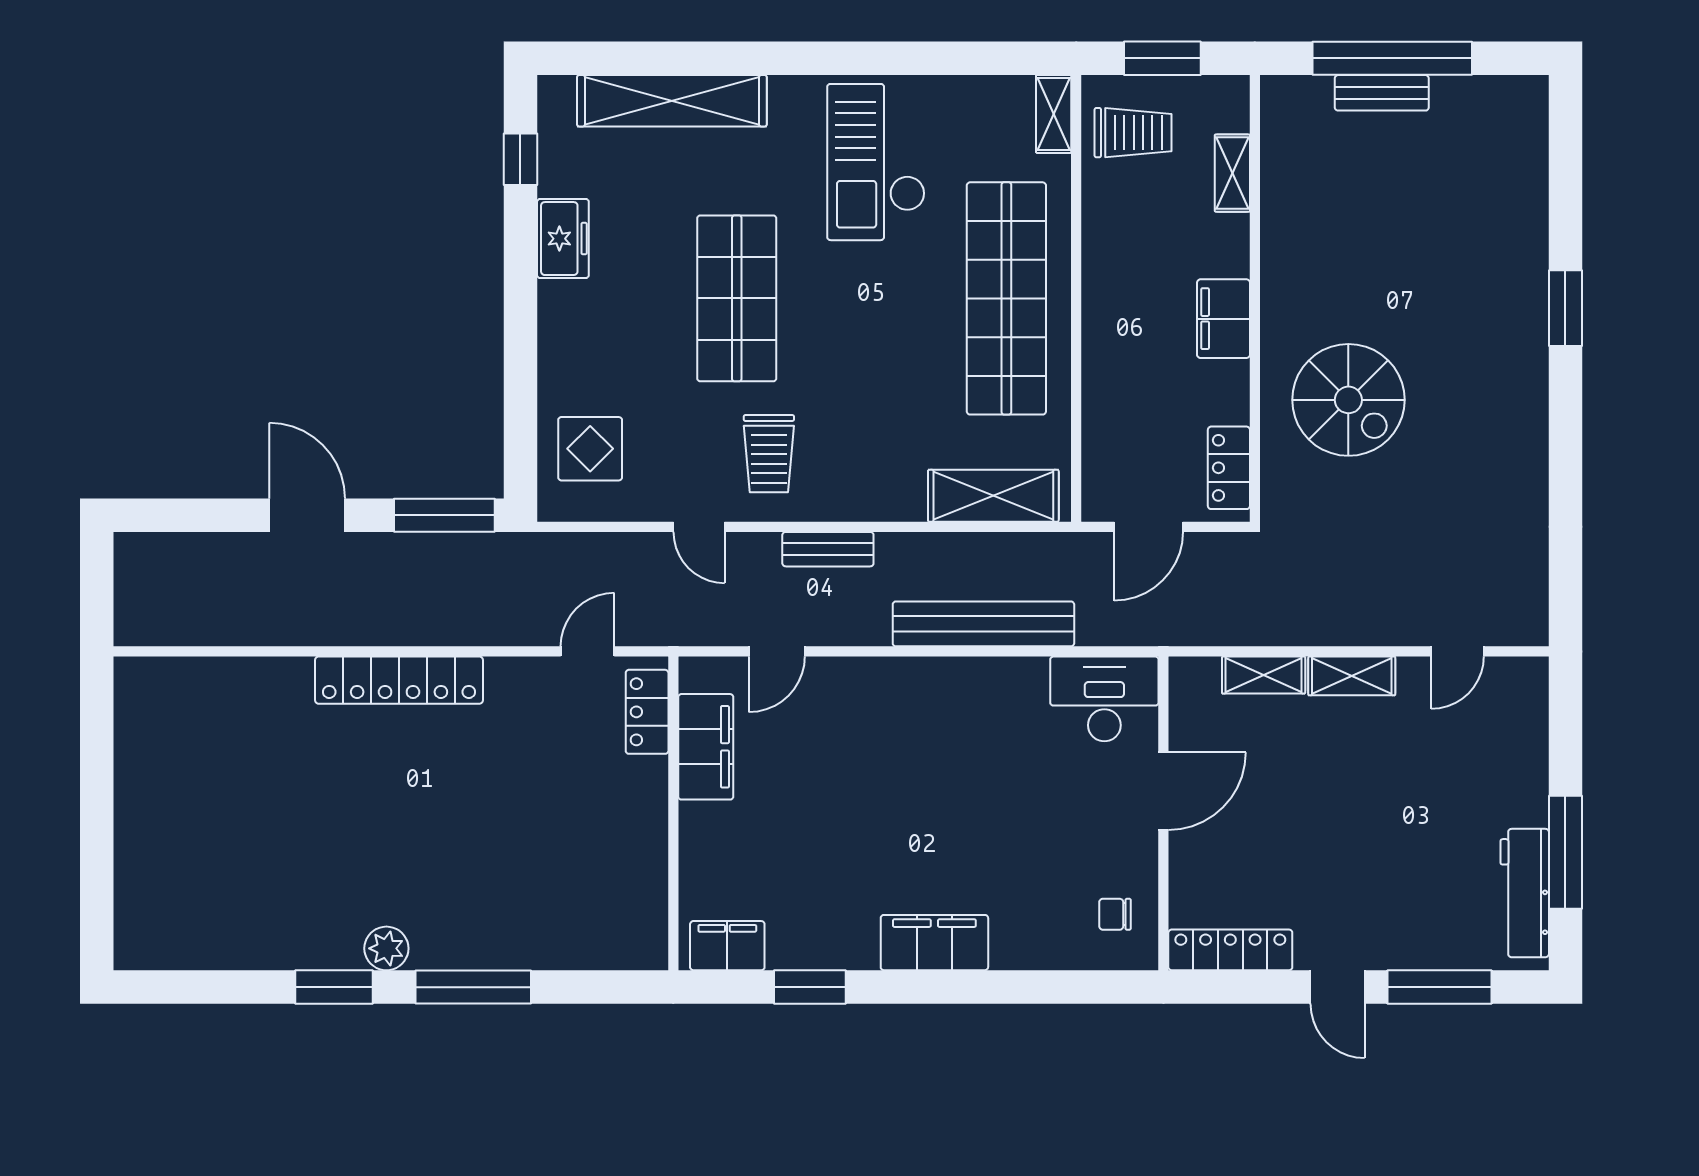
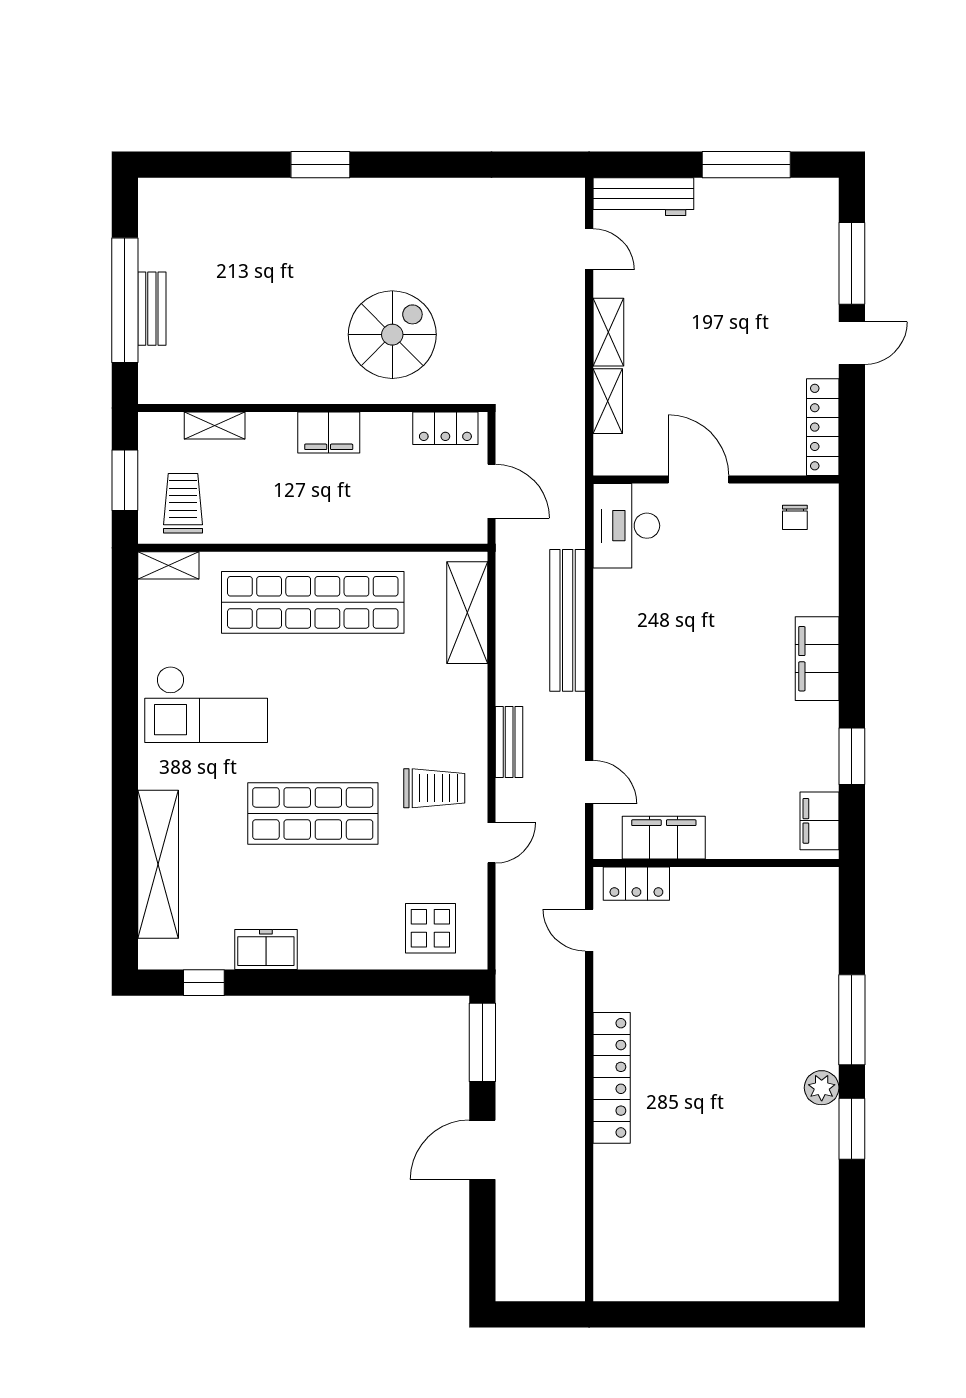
workbench: (1525, 893) -> (643, 197), moved

